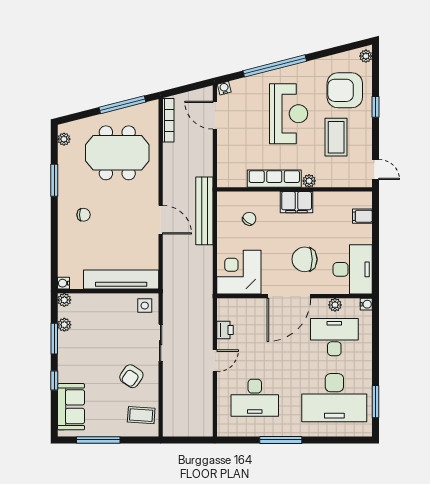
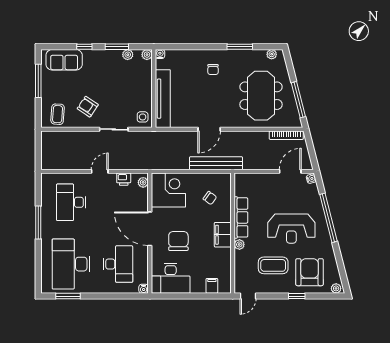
plant: (335, 305) -> (143, 182), moved
door: (215, 361) -> (100, 171), swing flipped

